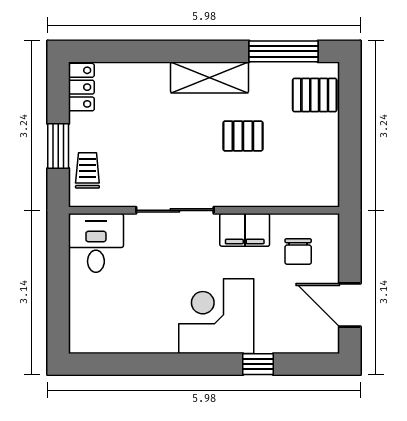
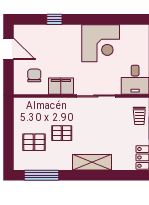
shelving: (209, 77) -> (92, 162), moved
pallet: (315, 95) -> (34, 142), moved
corner desk: (216, 316) -> (101, 43), moved

